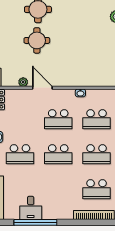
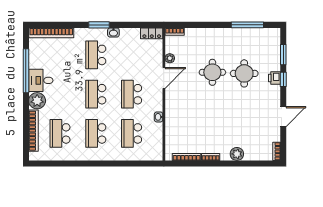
desk: (31, 208) -> (41, 80), moved
plant: (65, 211) -> (37, 101), added

